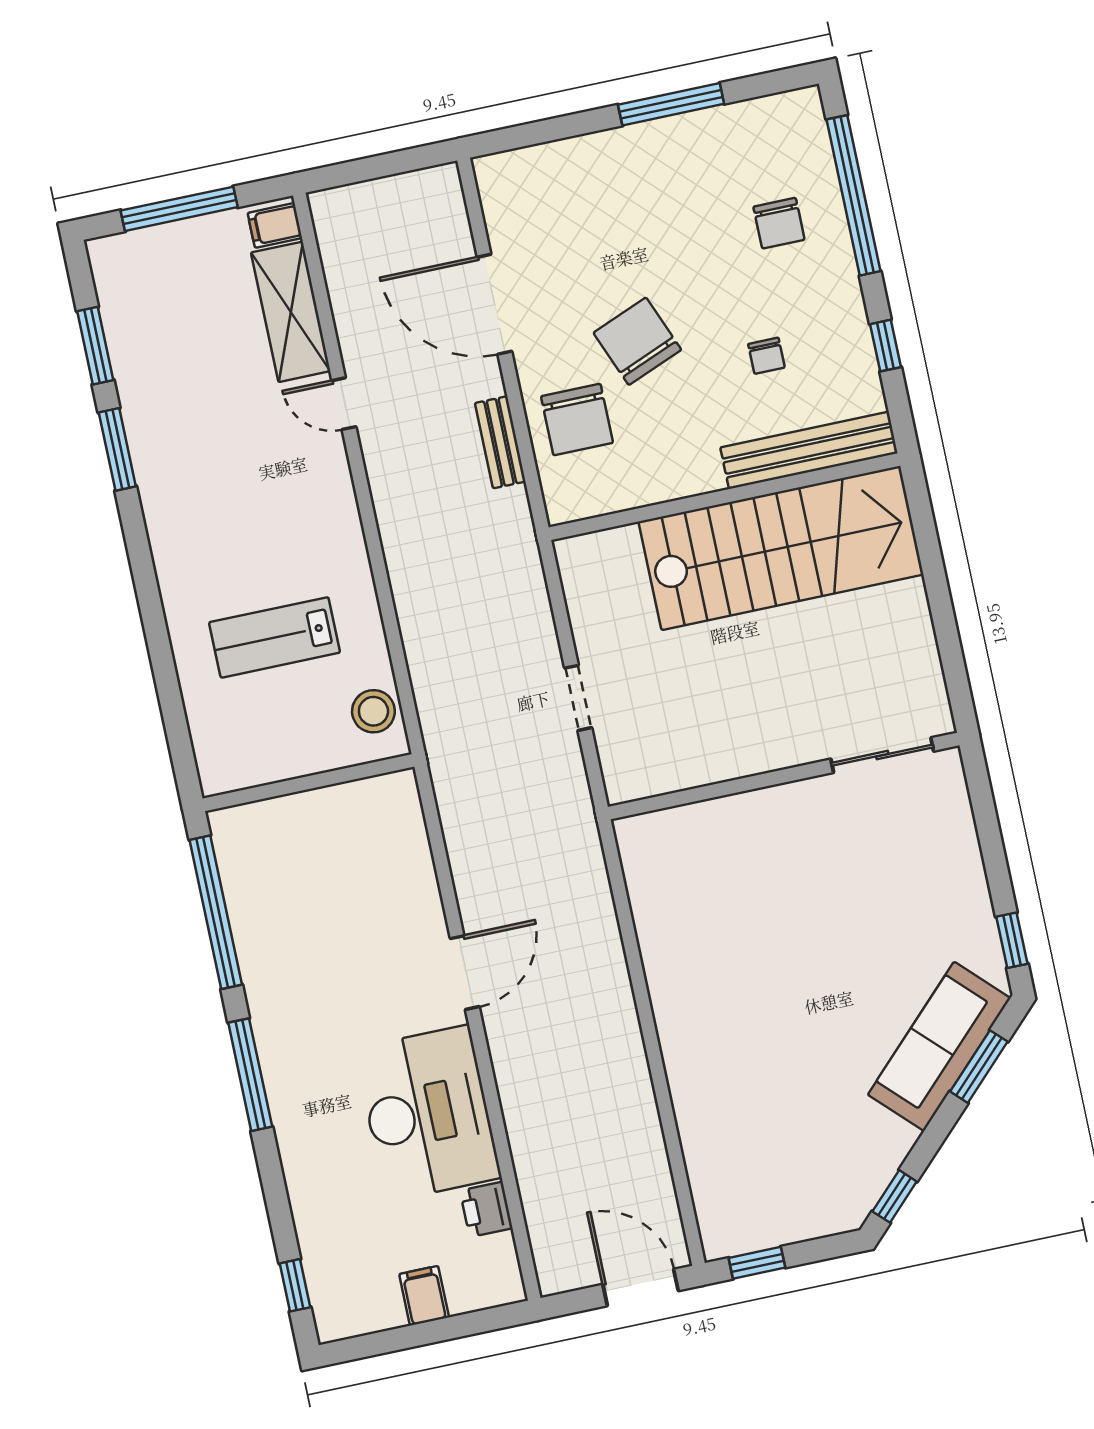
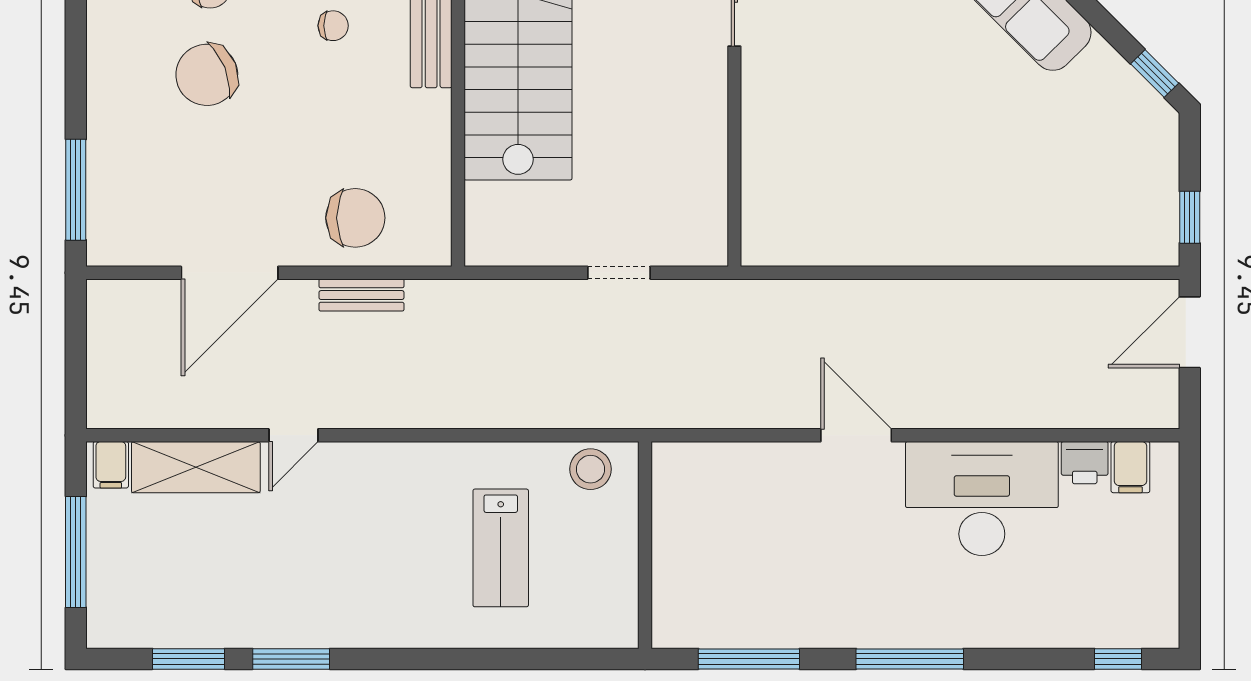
window: (671, 104) -> (76, 190), moved
chair: (637, 341) -> (207, 75), moved
window: (216, 912) -> (749, 659), width x0.68
filing cabinet: (424, 1296) -> (1130, 467), moved, turned -90

